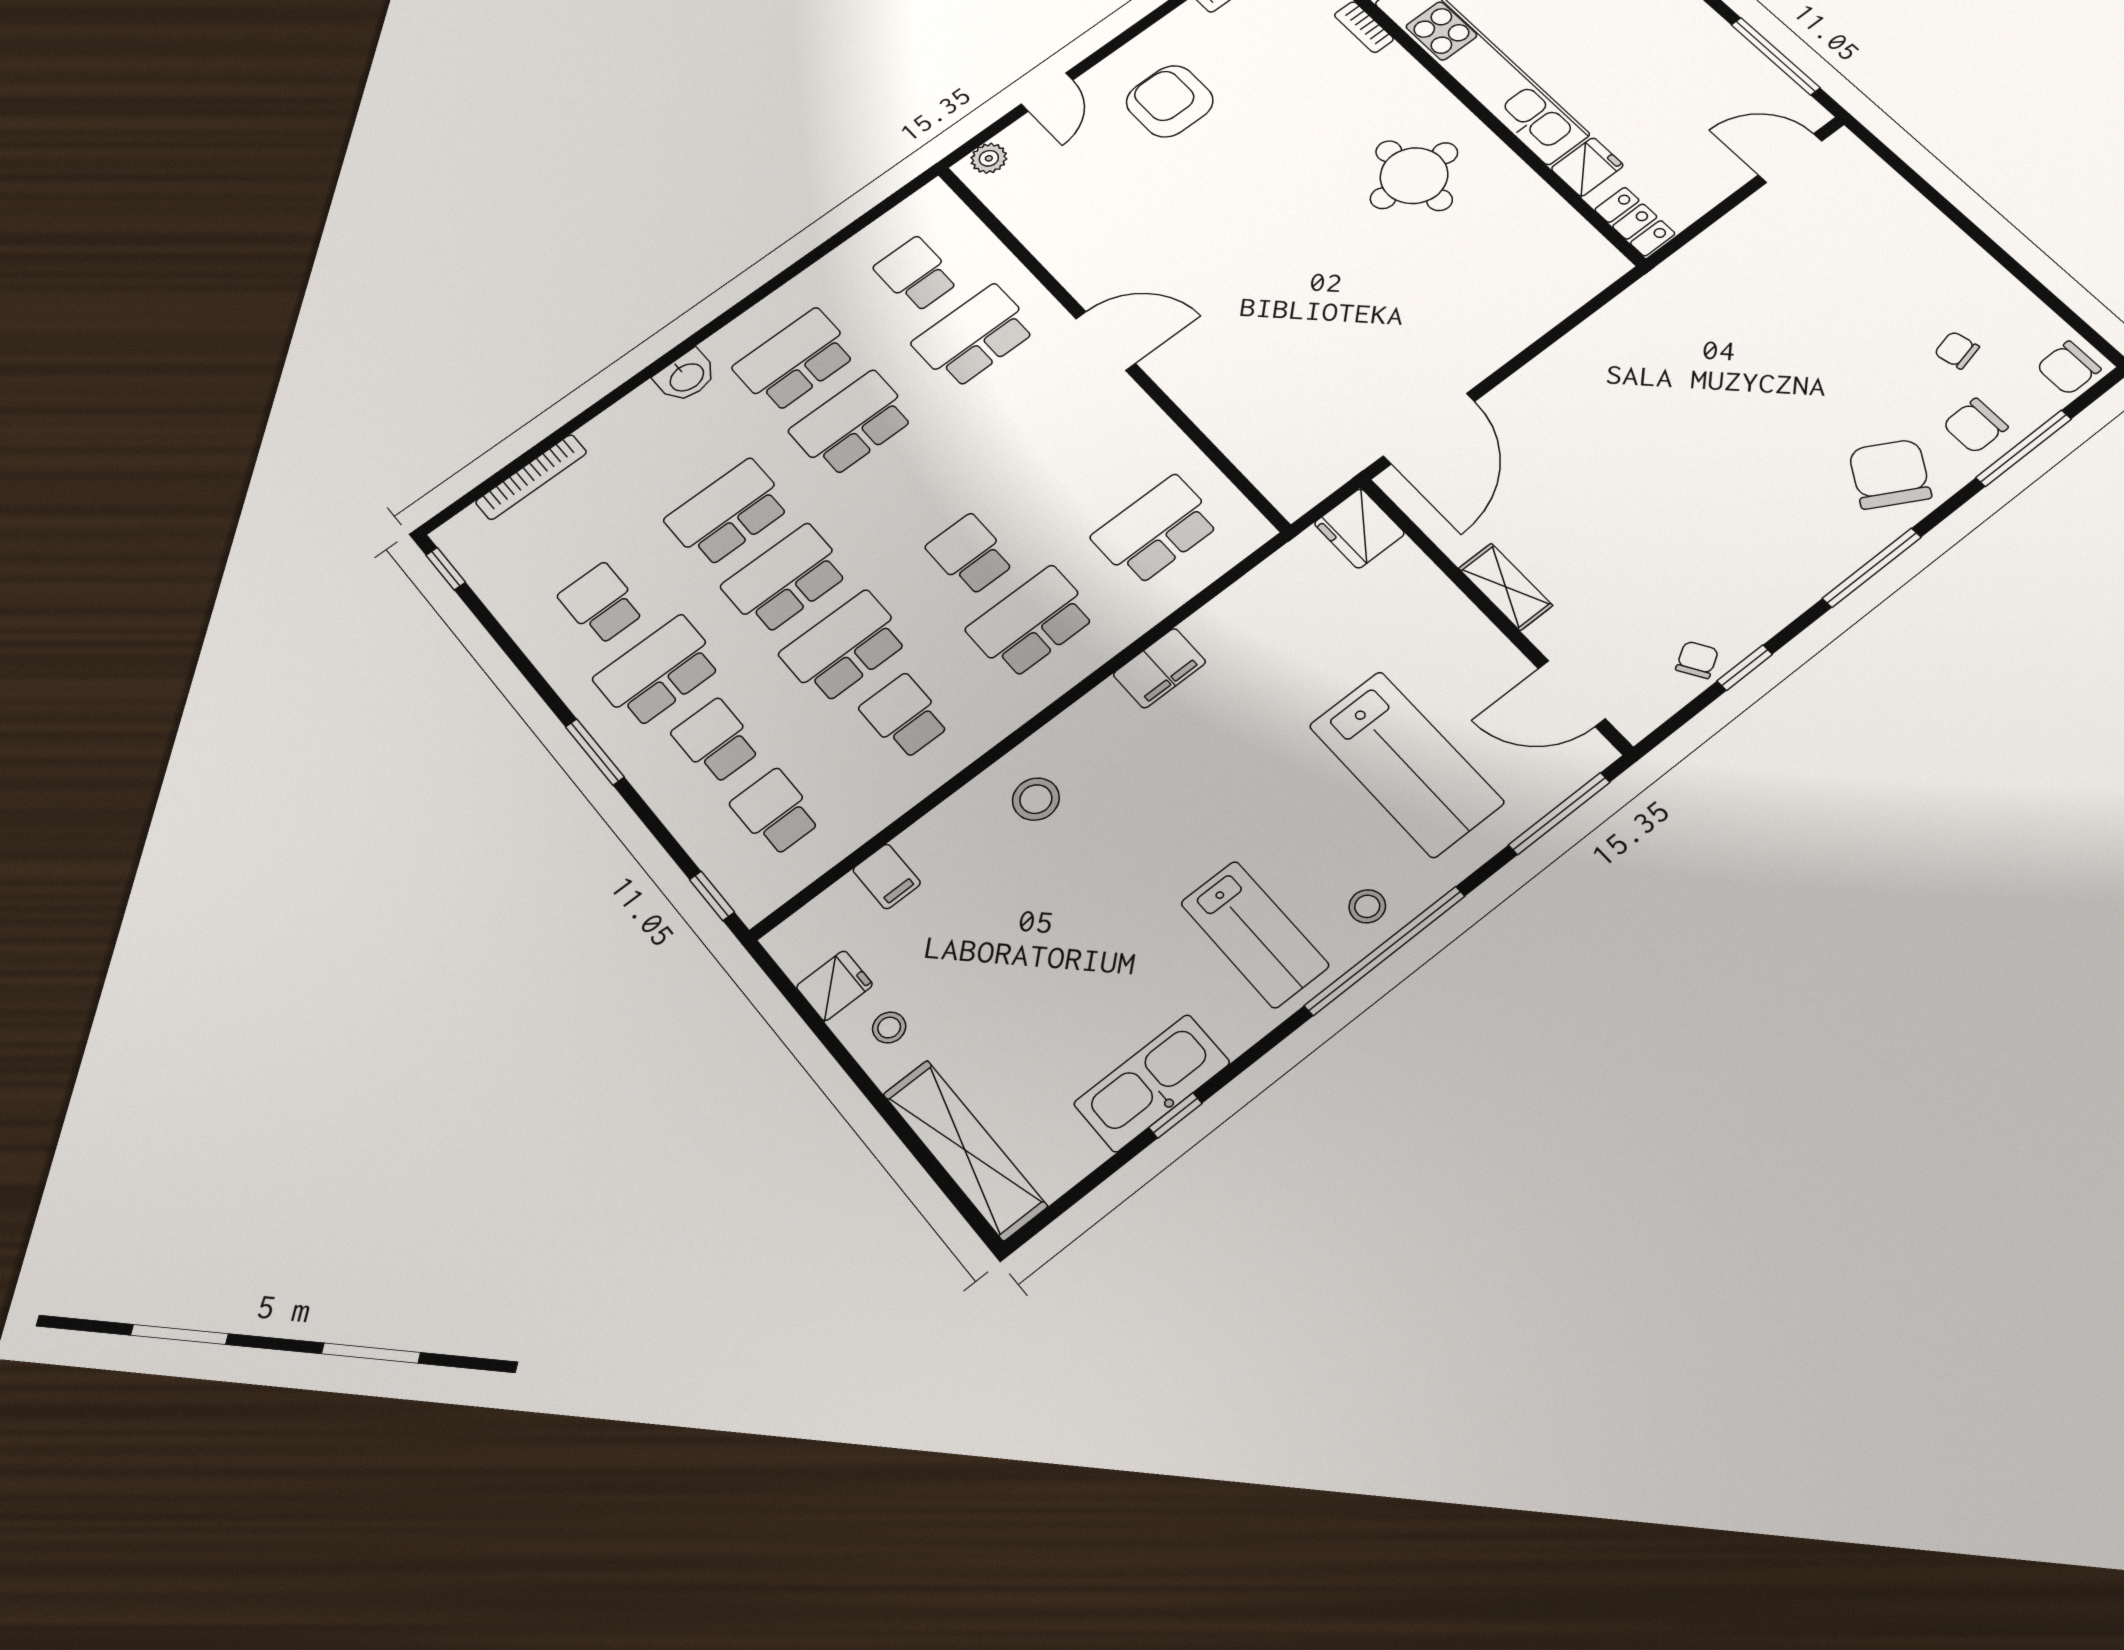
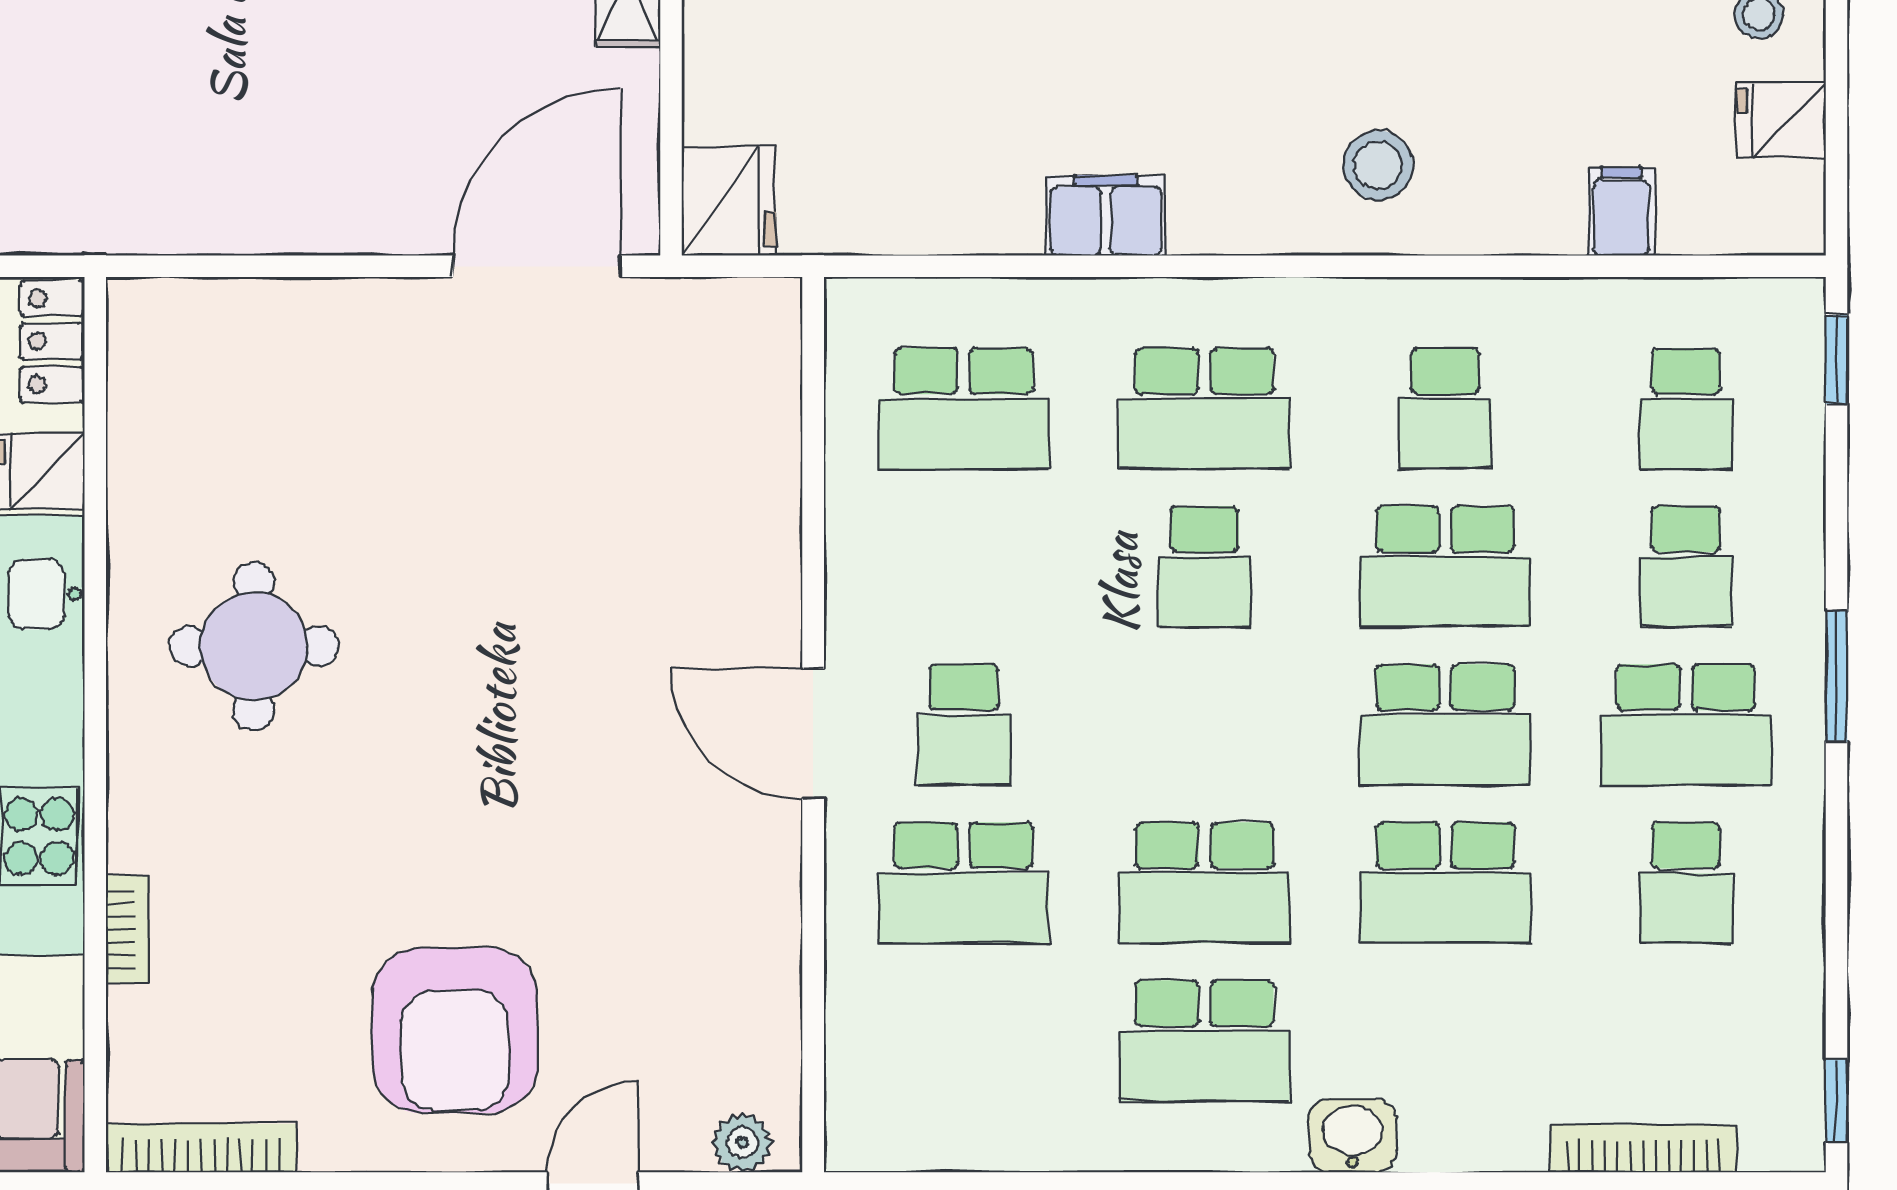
armchair: (1170, 101) -> (455, 1030), width x1.36, depth x1.36
school desk: (916, 274) -> (964, 725), moved

